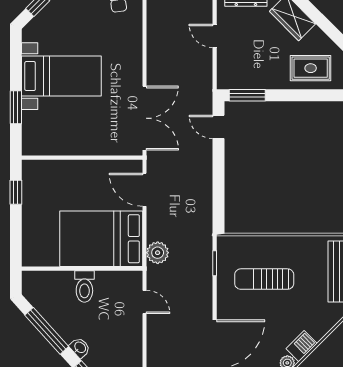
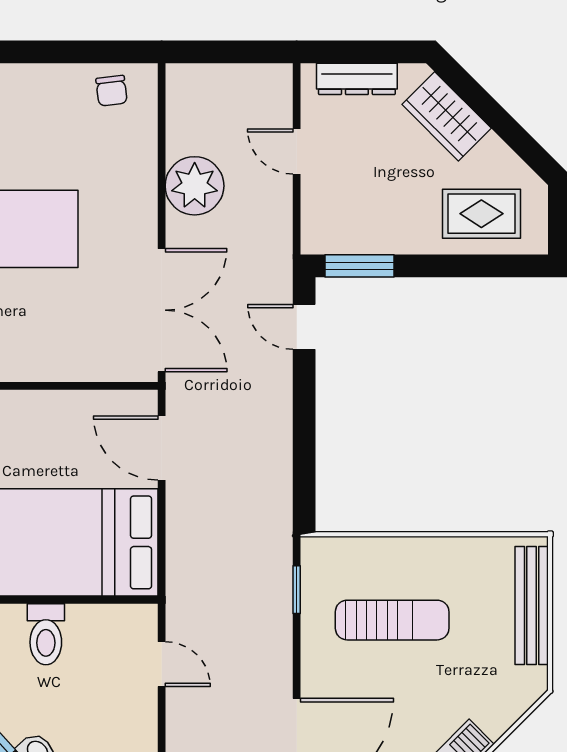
plant: (158, 253) -> (195, 186), moved, width x1.36, depth x1.36
sun lounger: (264, 279) -> (392, 620), turned 180

